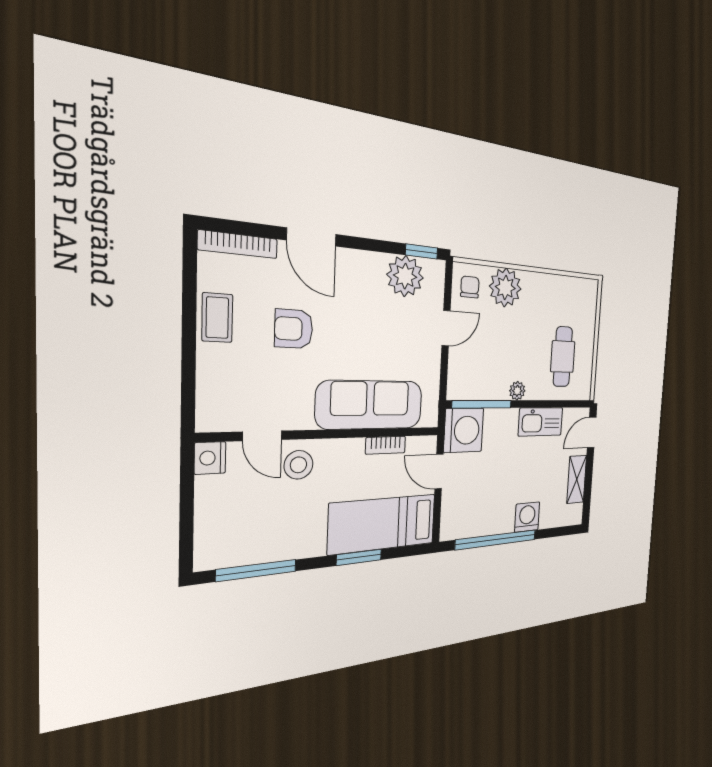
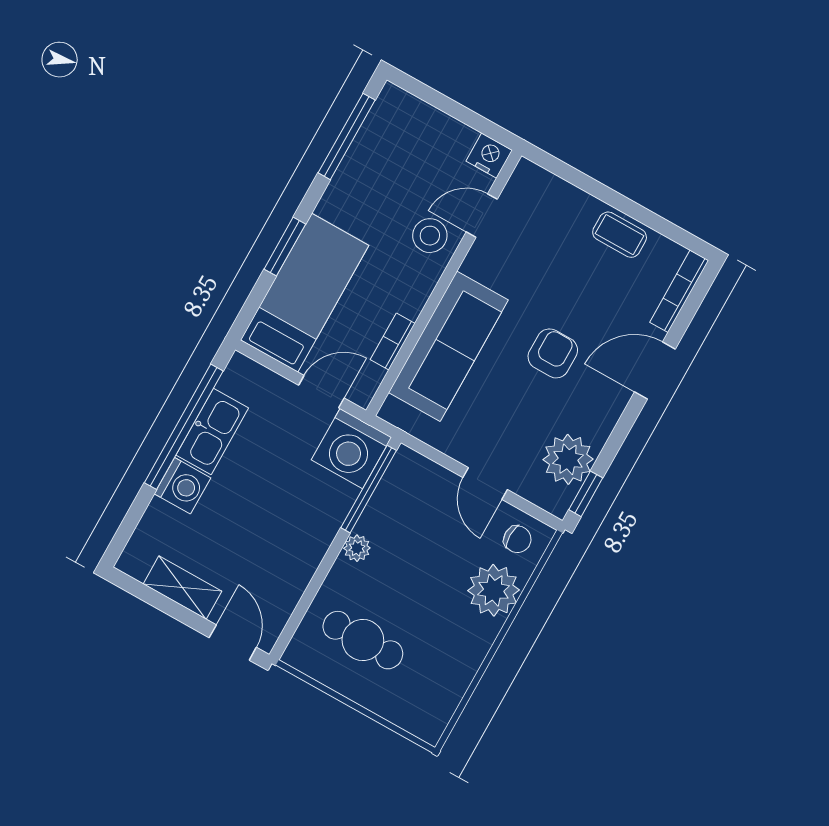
armchair: (294, 329) -> (553, 353), moved
kitchen sink: (541, 422) -> (212, 431), moved, turned 180

